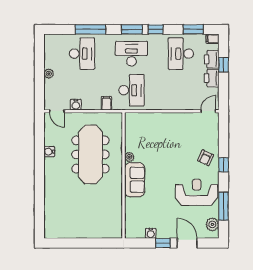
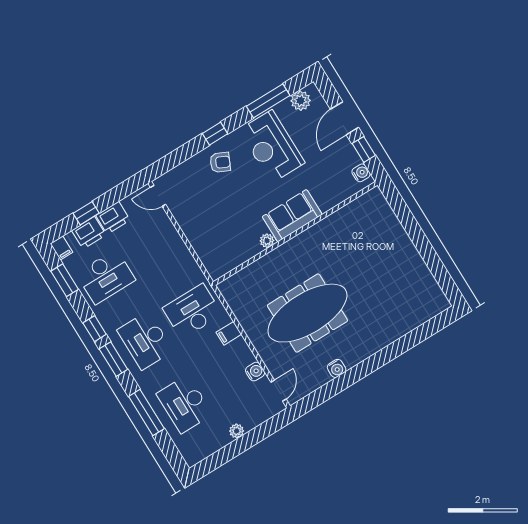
desk: (82, 54) -> (184, 404), turned -90
plant: (129, 157) -> (267, 241), moved
wall: (124, 175) -> (295, 233), moved
sofa: (135, 180) -> (292, 216), moved

